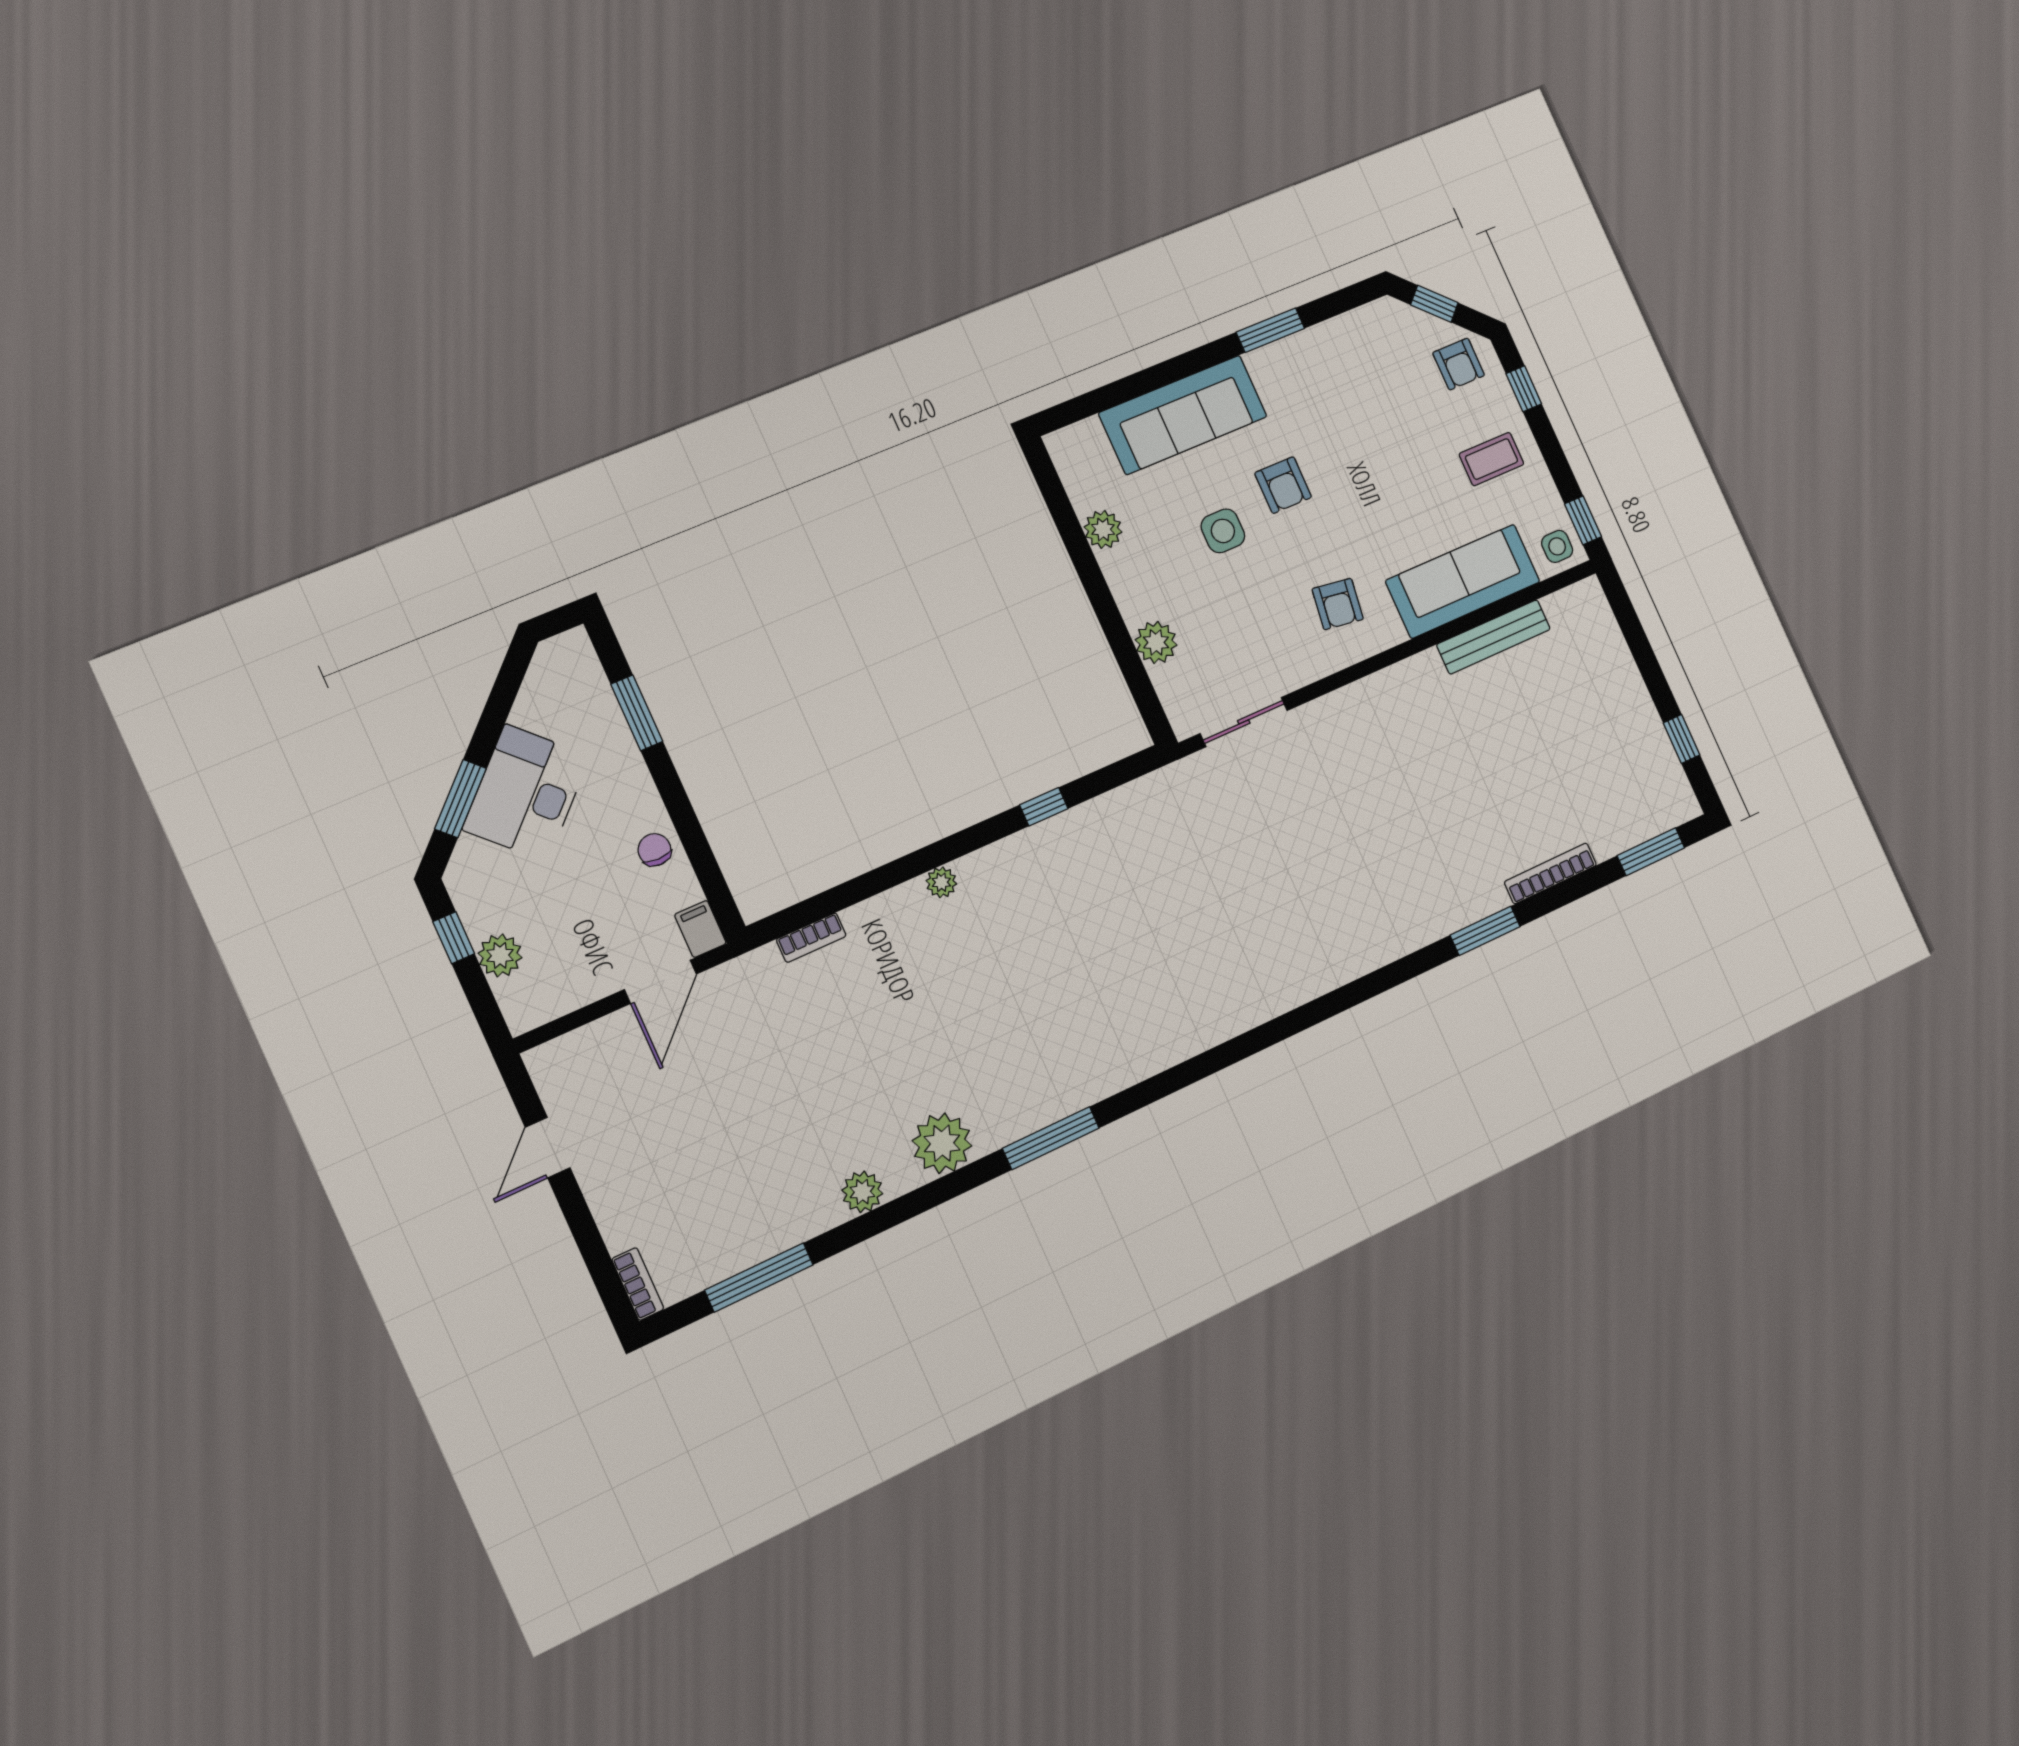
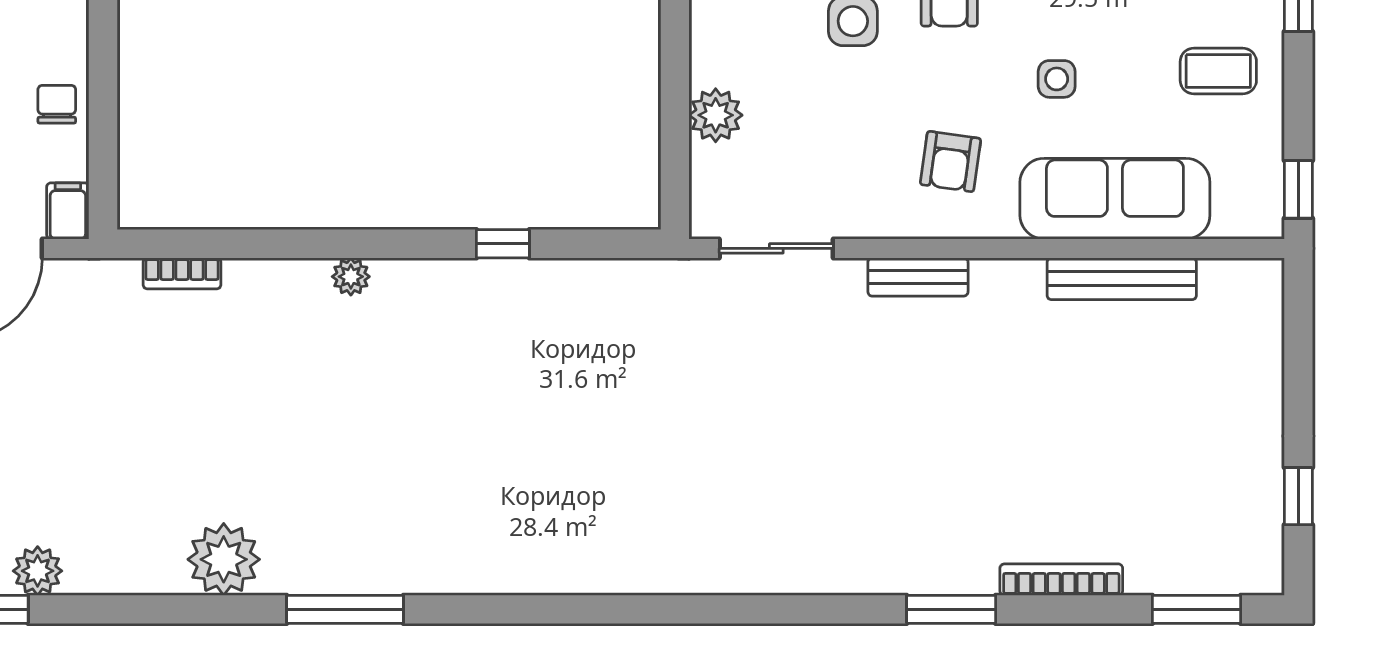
side table: (1557, 546) -> (1057, 79), moved
bench: (1353, 698) -> (918, 277), added
plant: (862, 1192) -> (38, 571), moved

